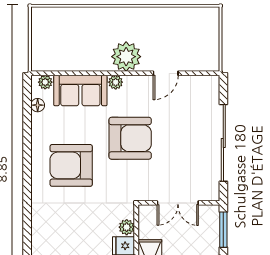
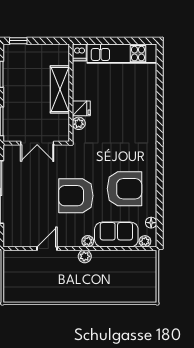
plant: (126, 57) -> (85, 256), width x0.53, depth x0.53
armchair: (71, 165) -> (124, 189), moved
double door: (178, 203) -> (37, 143), swing flipped

